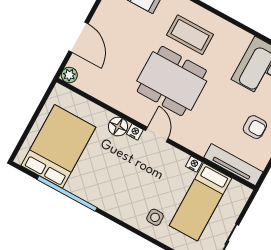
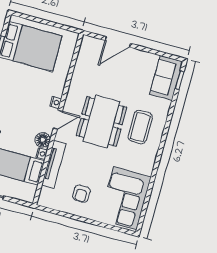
plant: (69, 75) -> (87, 42), removed
floor lamp: (118, 127) -> (43, 140), moved
tv unit: (233, 165) -> (54, 164), moved

